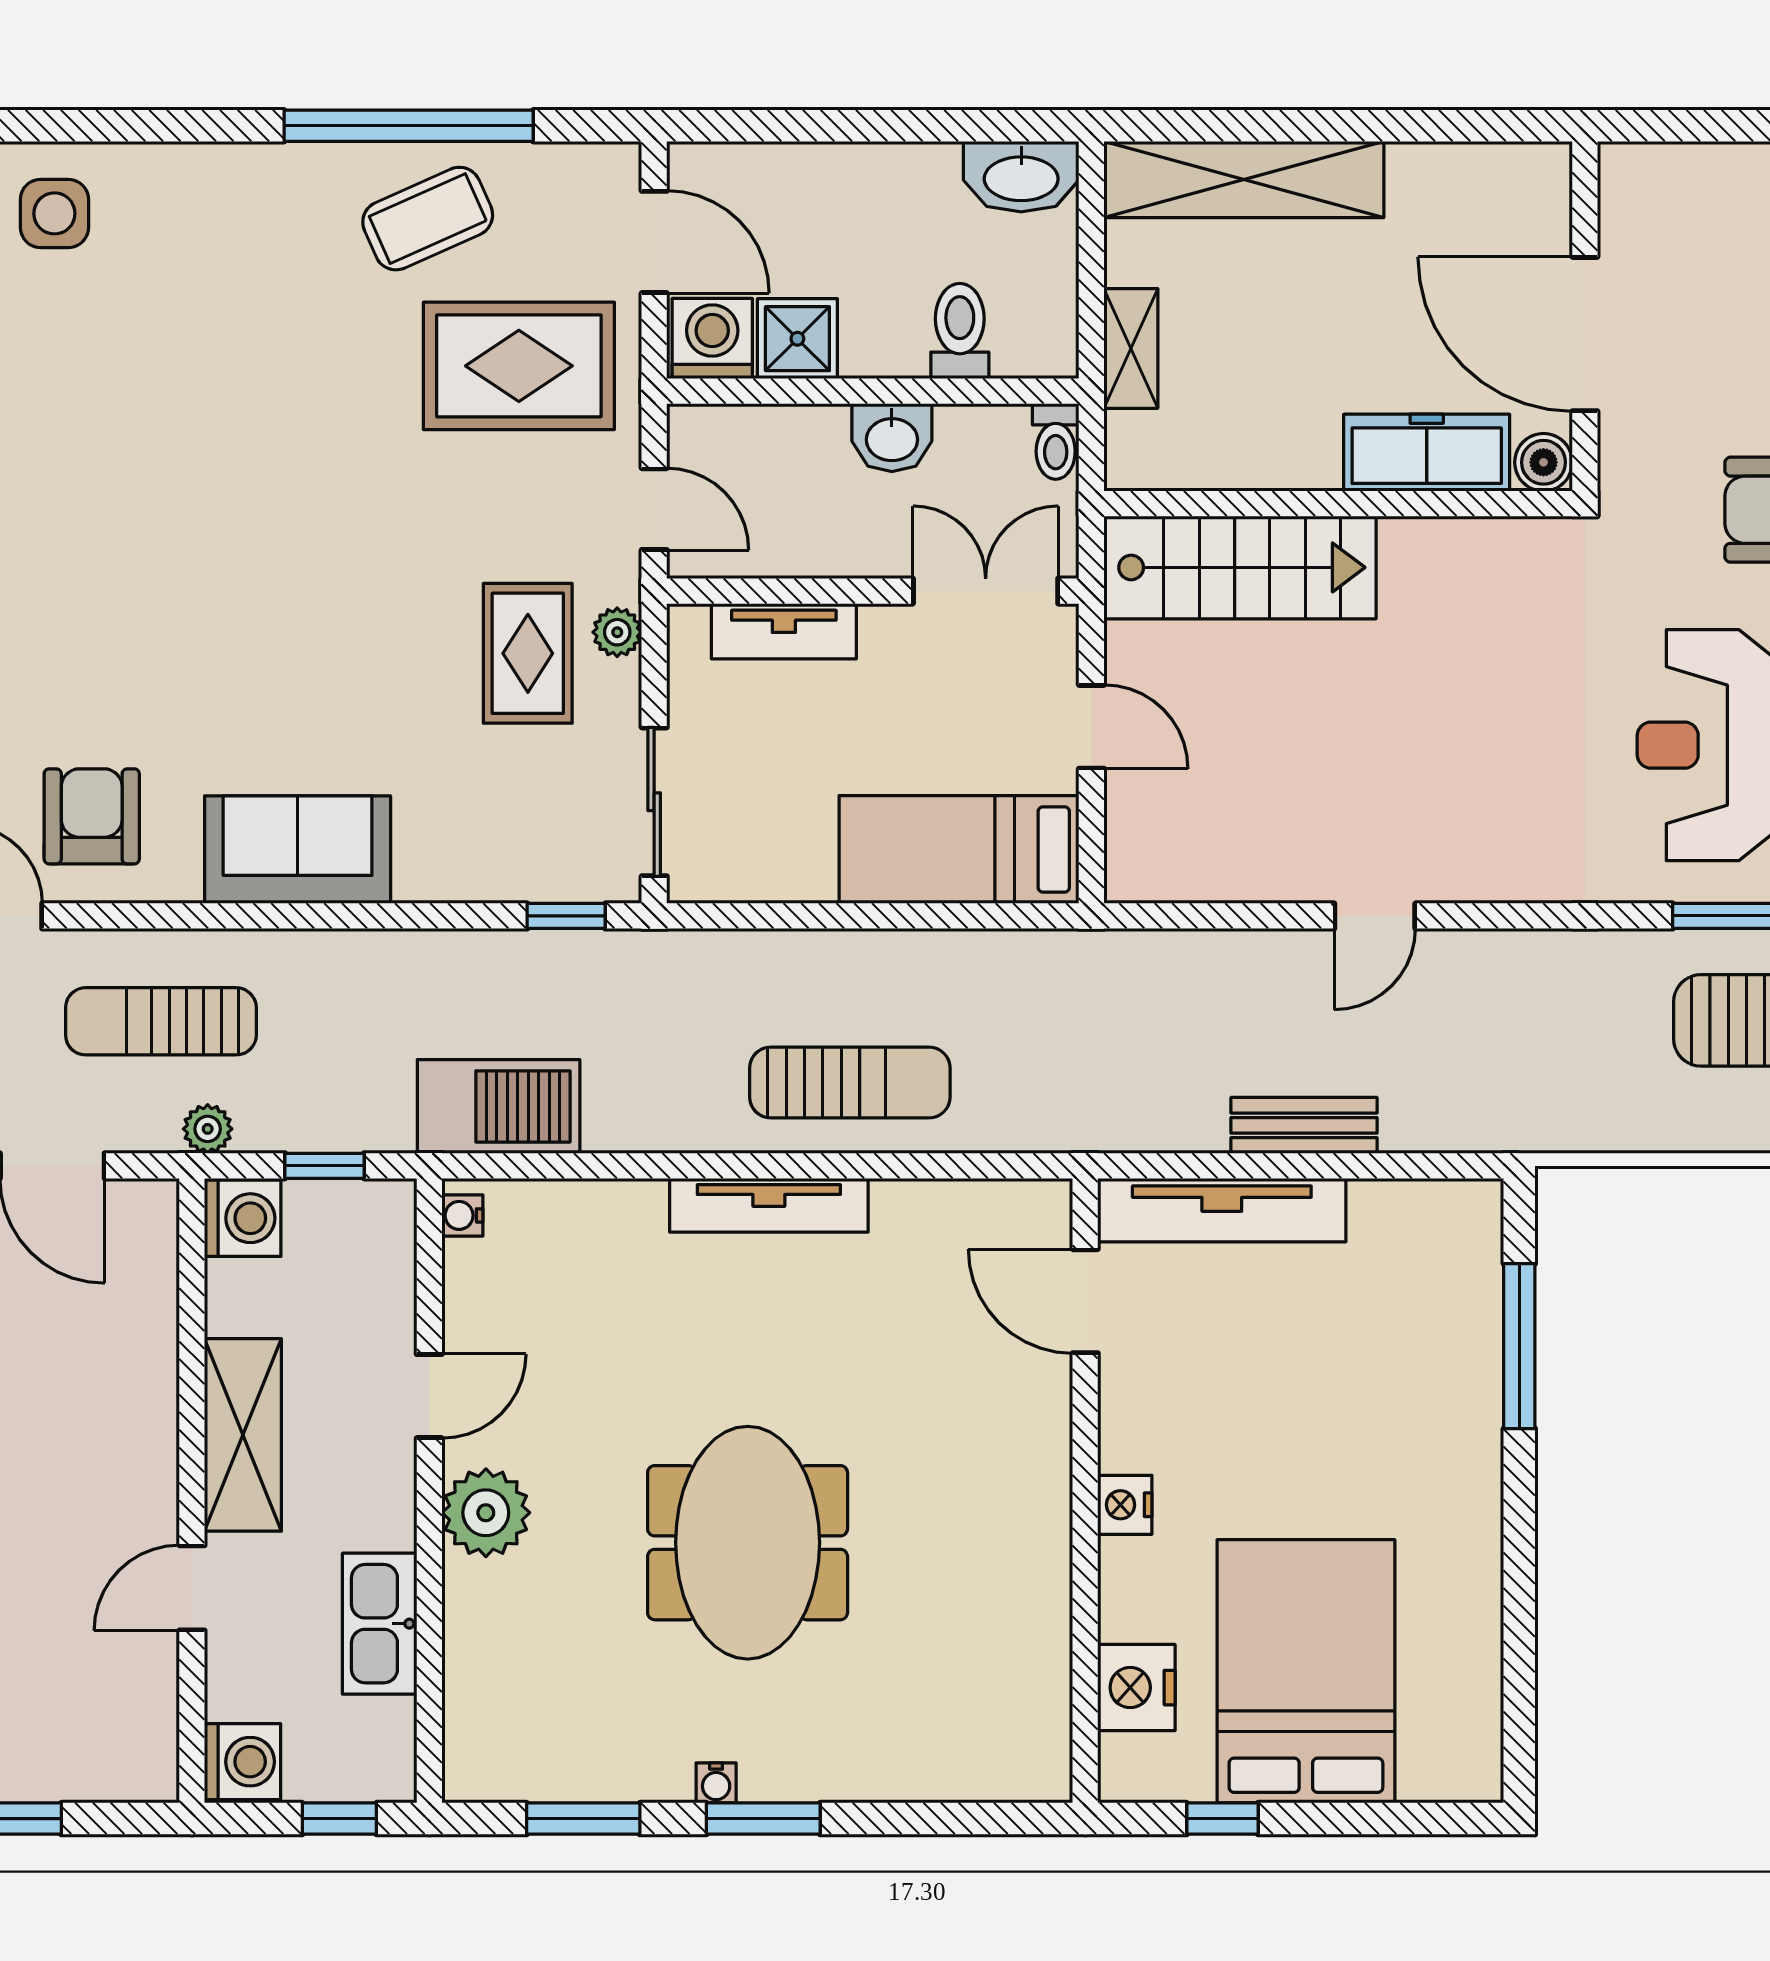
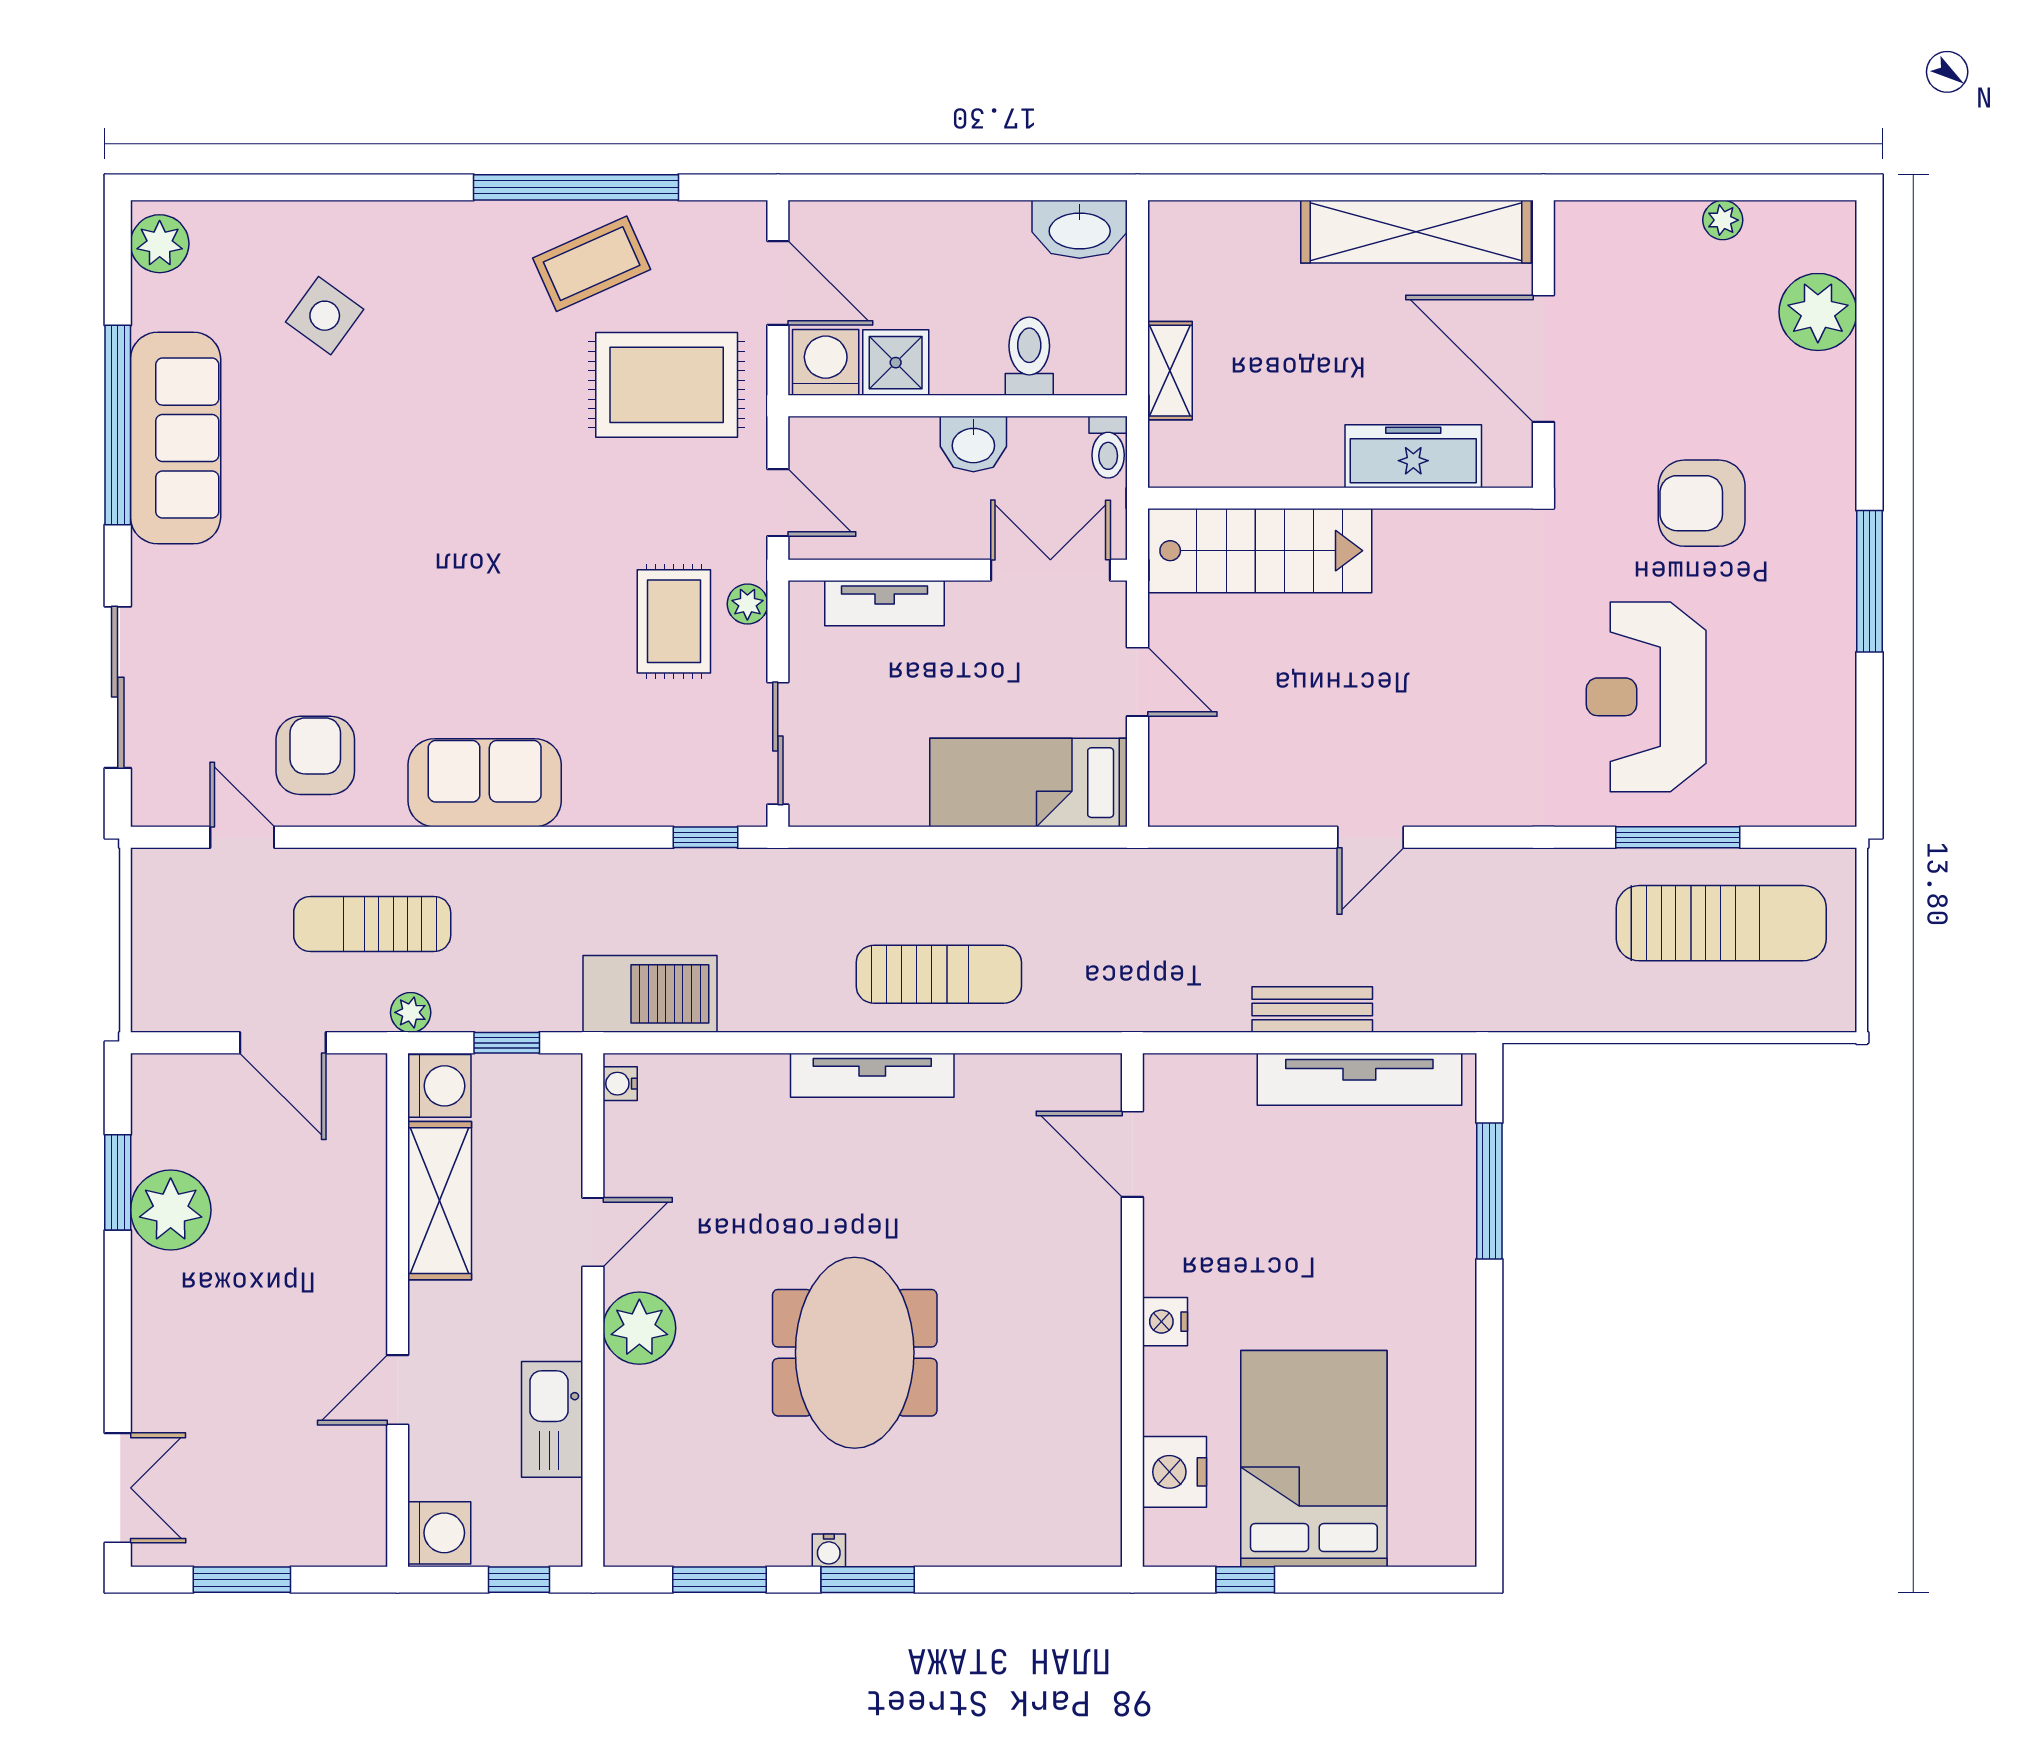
shelving: (1244, 180) -> (1416, 232), moved
side table: (54, 213) -> (325, 316), moved, turned 36
boiler: (1544, 462) -> (1509, 464), removed
tv unit: (1222, 1210) -> (1359, 1079), moved
shelving: (243, 1435) -> (440, 1201), moved

